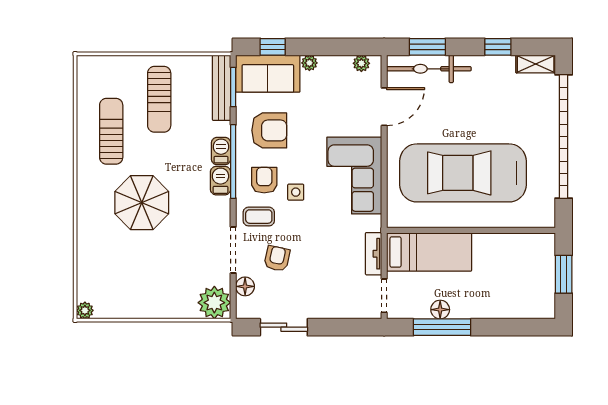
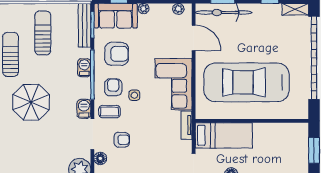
sun lounger: (159, 99) -> (43, 33), turned 180
door: (384, 107) -> (194, 38), hinge flipped
barbecue: (220, 181) -> (84, 109), moved
tv unit: (374, 254) -> (187, 125), moved
armchair: (277, 258) -> (122, 140), turned 78

